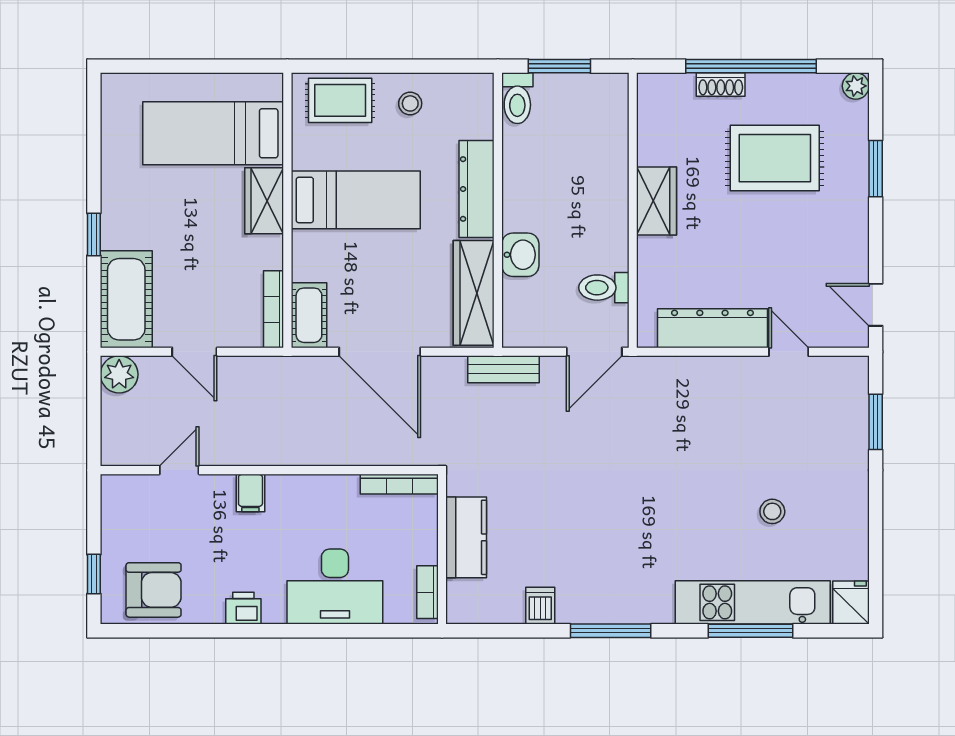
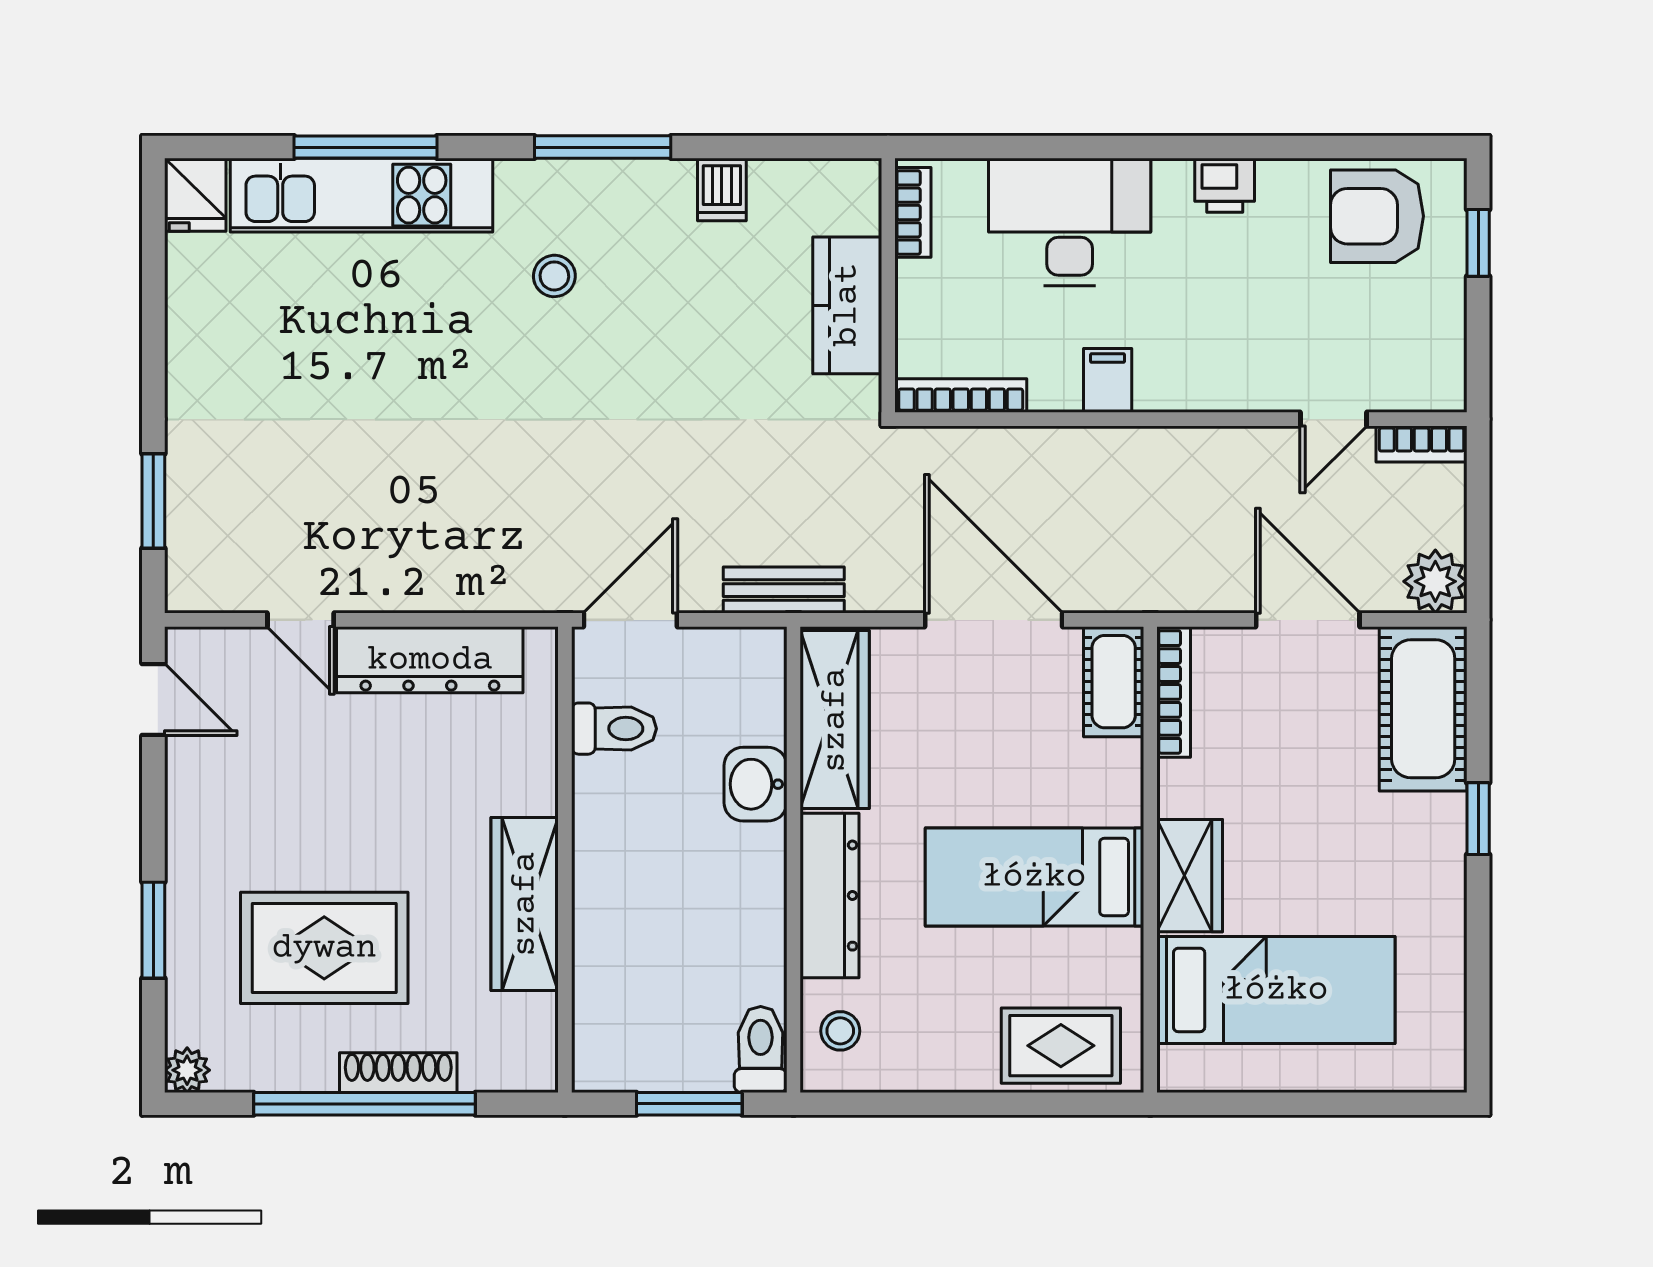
shoe rack: (721, 84) -> (398, 1073), width x1.43
stool: (410, 103) -> (840, 1031), moved
wardrobe: (657, 201) -> (525, 904), width x1.50
door: (194, 352) -> (1308, 620), width x1.38
bookcase: (127, 456) -> (1422, 444), added
filing cabinet: (250, 493) -> (1108, 380), moved
stool: (772, 511) -> (554, 276), moved

